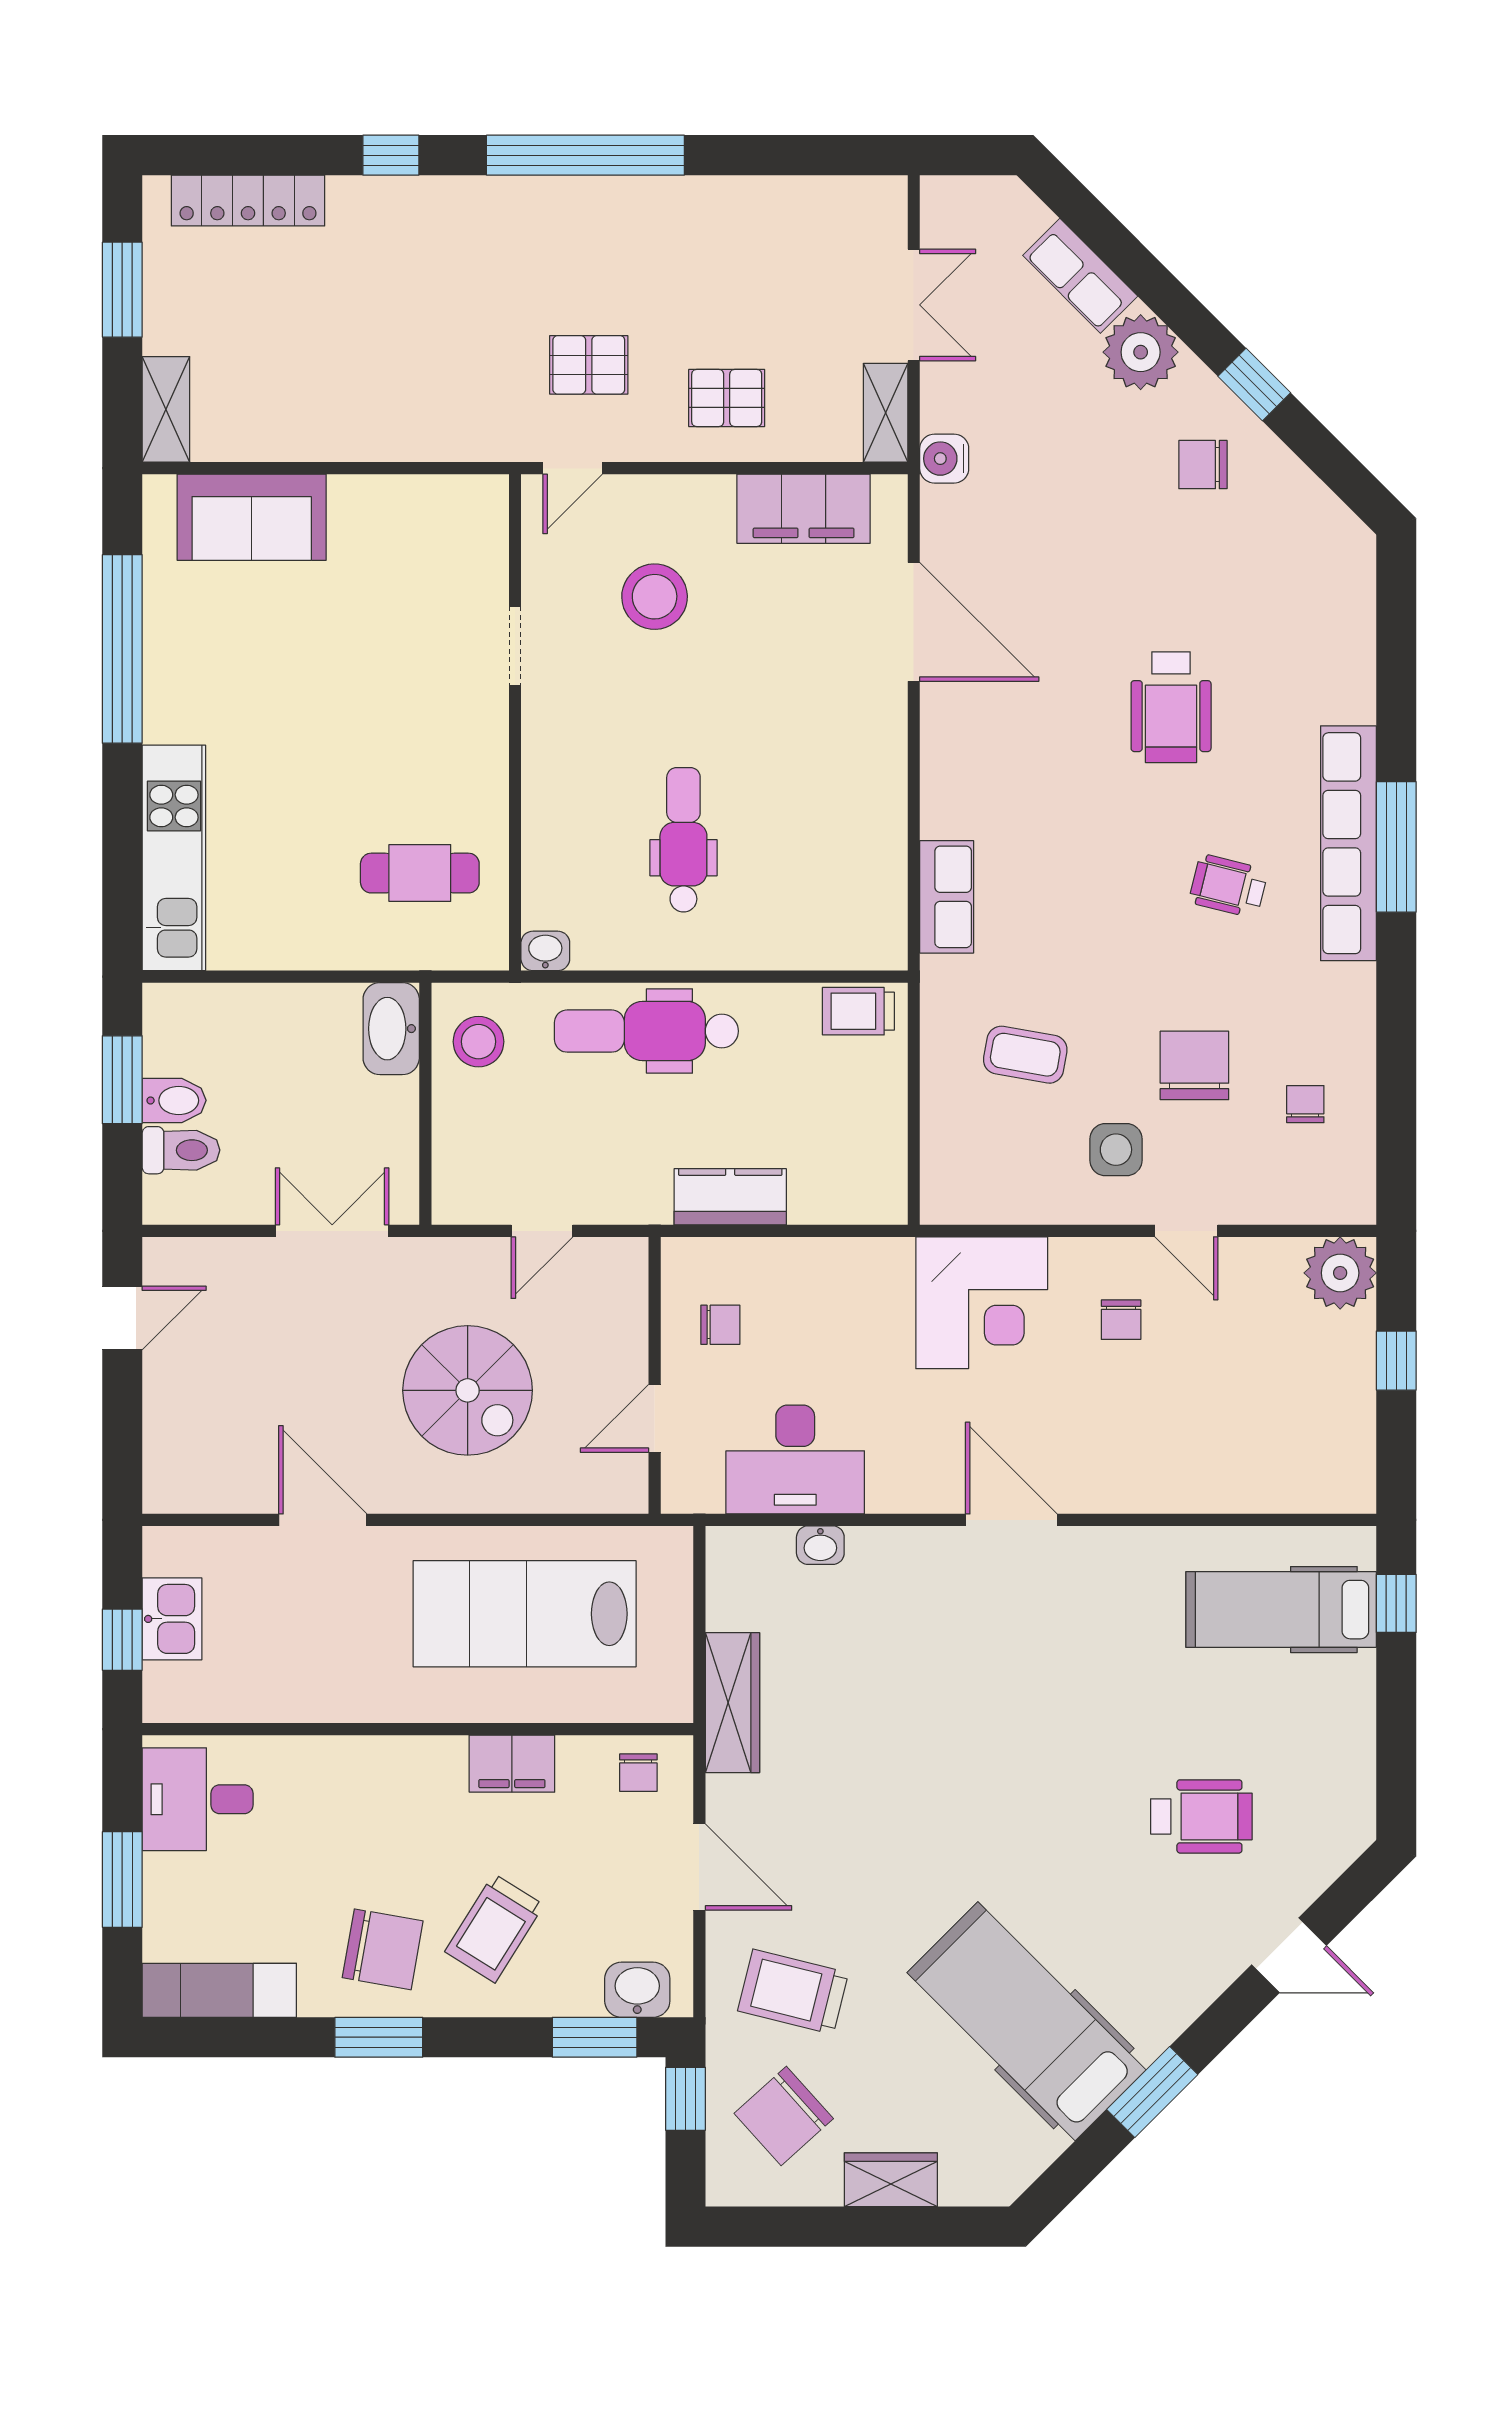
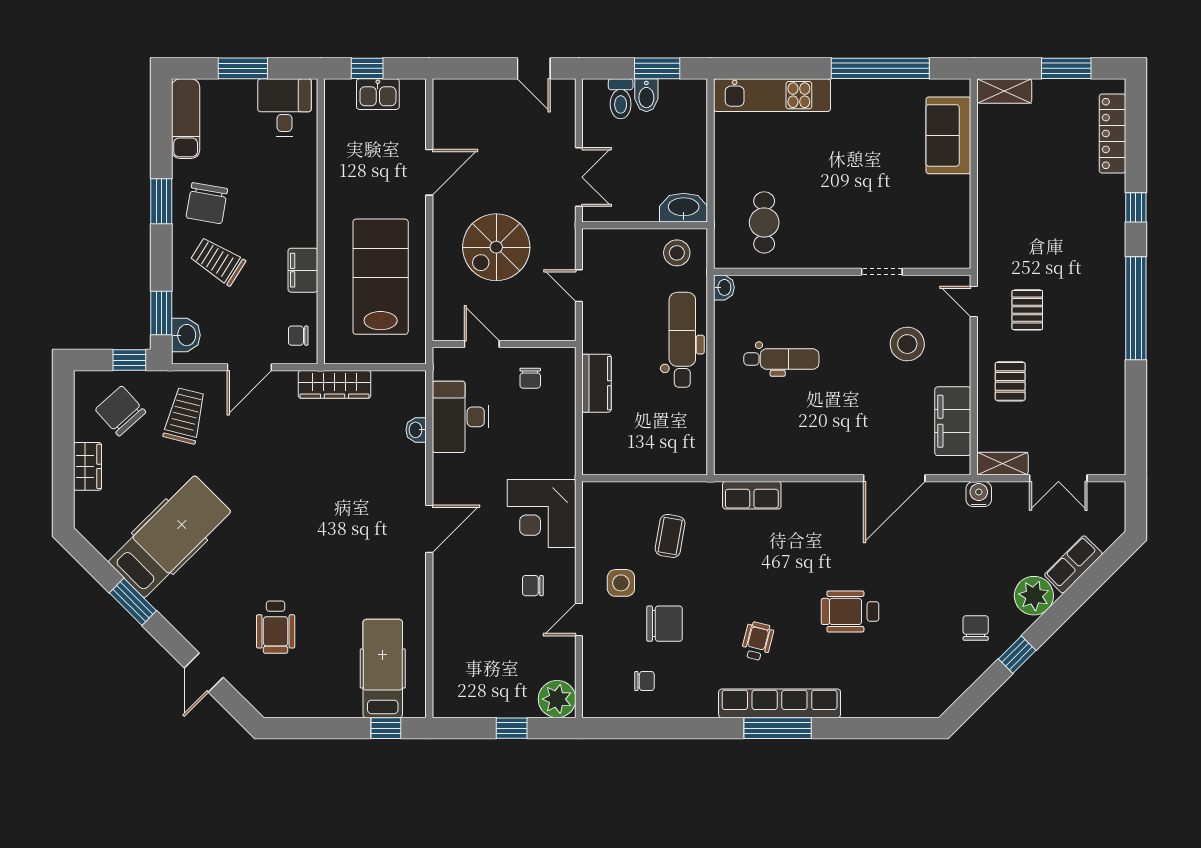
trolley: (858, 1011) -> (693, 450), removed

